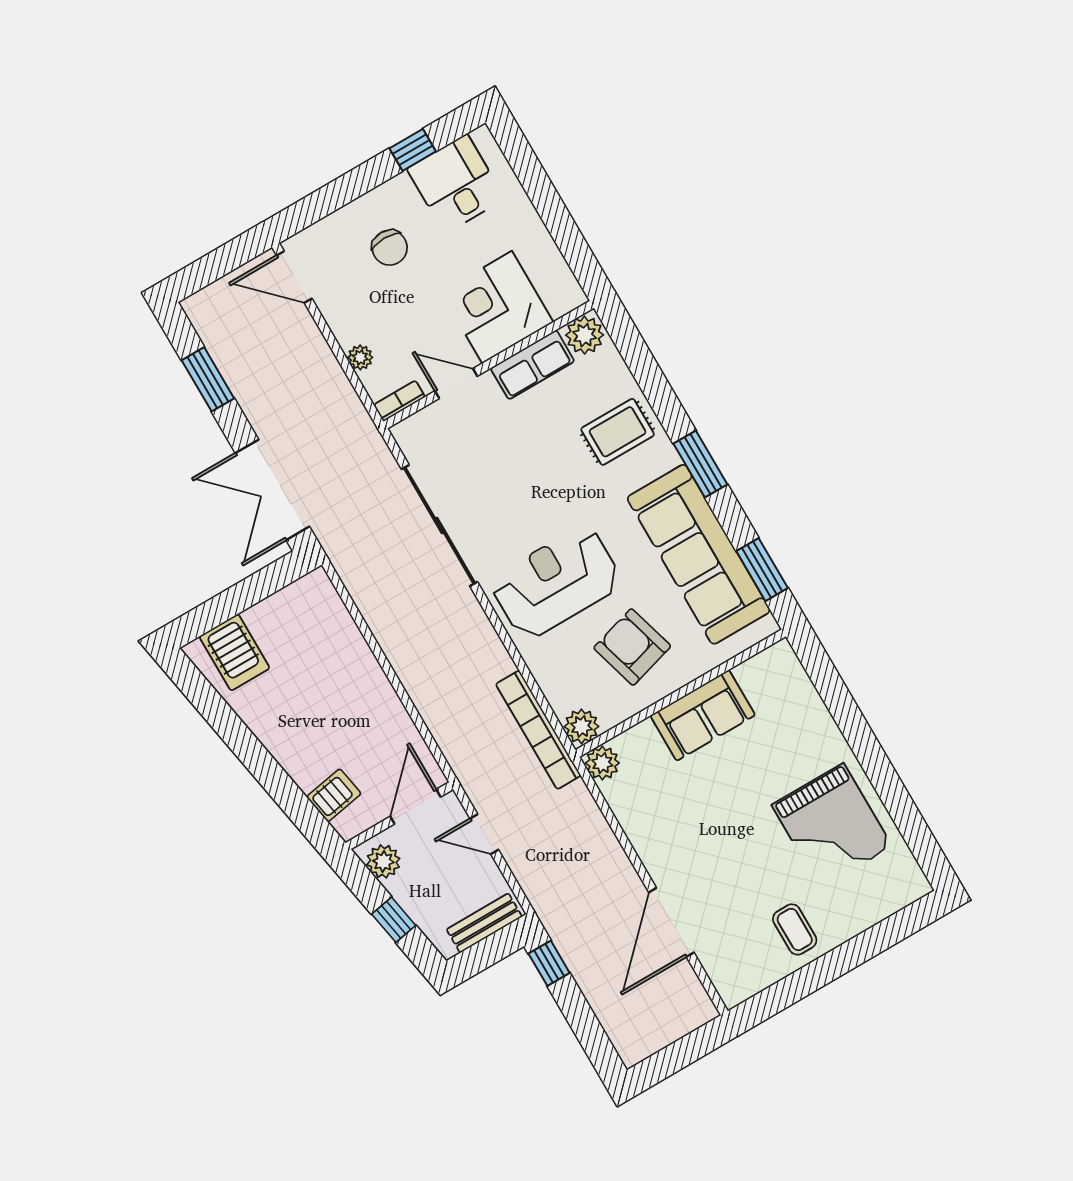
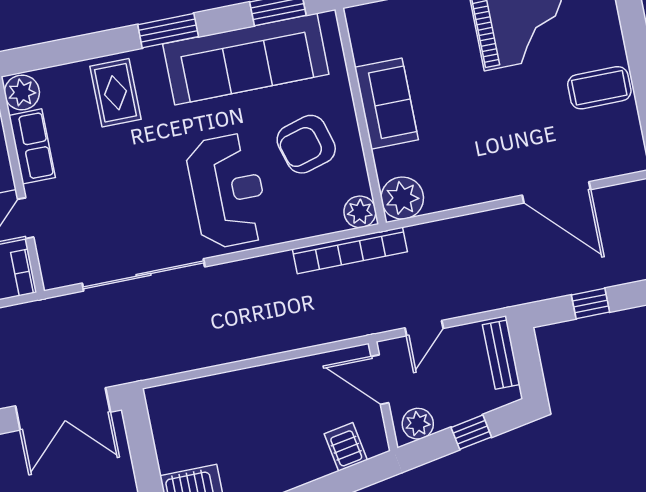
reception desk: (556, 582) -> (228, 191), turned 180
plant: (602, 763) -> (402, 198), width x1.36, depth x1.36
coffee table: (795, 929) -> (599, 88), width x1.36, depth x1.30
window: (549, 963) -> (590, 303), moved

